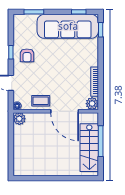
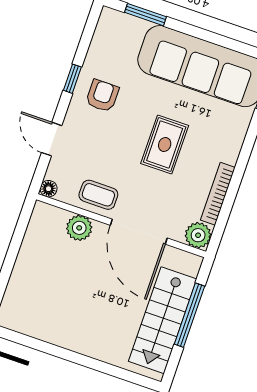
window: (79, 12) -> (234, 45), removed
armchair: (27, 55) -> (102, 96), turned 180
rug: (63, 68) -> (165, 145), added
plant: (19, 119) -> (79, 228), moved

